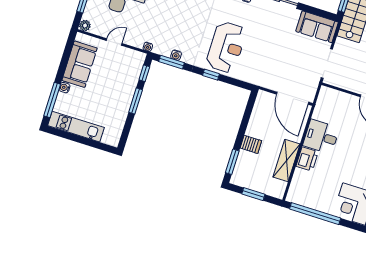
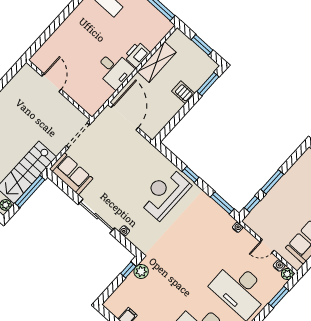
water cooler: (176, 55) -> (279, 266), moved

